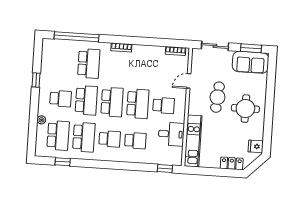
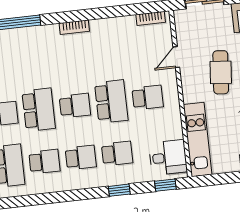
school desk: (89, 64) -> (33, 58), removed
school desk: (112, 102) -> (75, 106), width x0.54
desk: (171, 134) -> (168, 158), moved
school desk: (84, 137) -> (44, 162), width x0.54
window: (63, 162) -> (119, 190), moved

